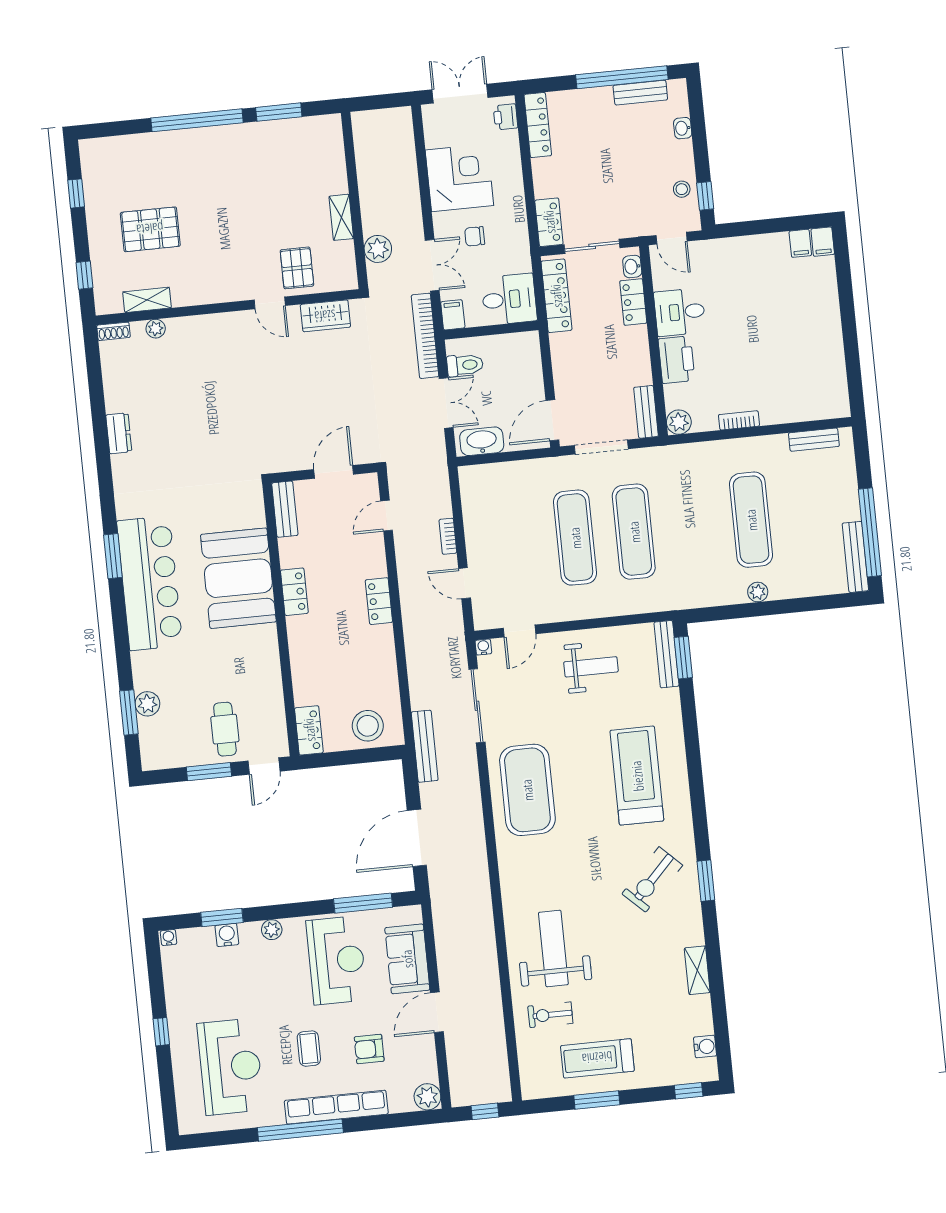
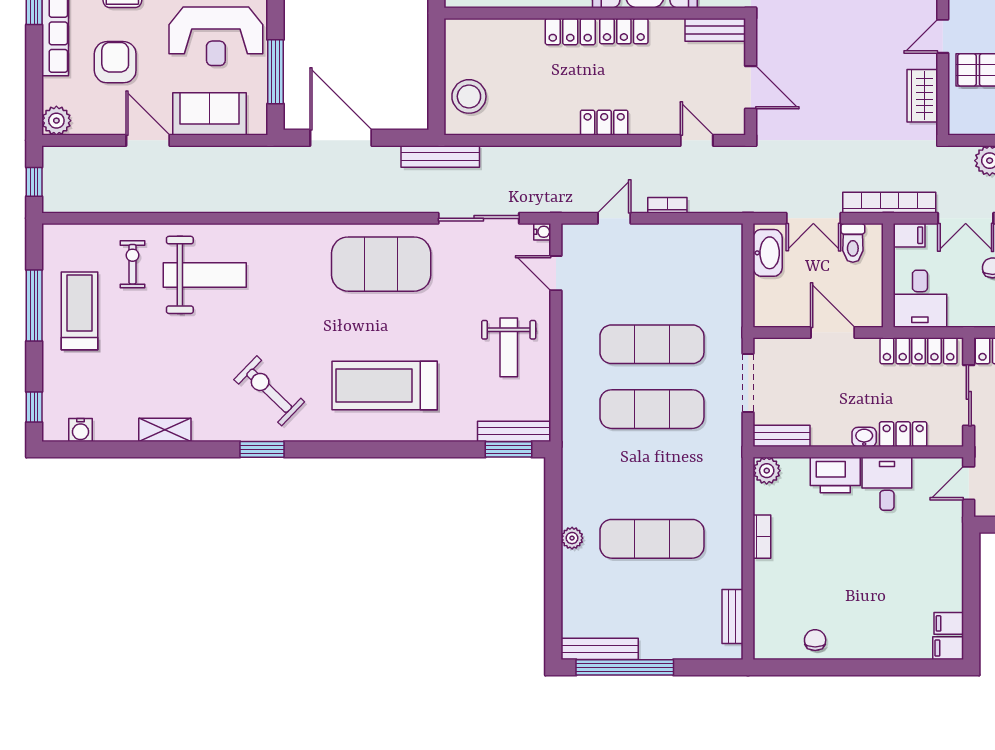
washbasin: (632, 266) -> (864, 437), moved
chair: (828, 363) -> (815, 640), added
door: (552, 420) -> (833, 332), moved
locker: (309, 730) -> (570, 32), moved
treadmill: (637, 776) -> (385, 386), turned 180
armchair: (369, 1049) -> (115, 62), width x1.38, depth x1.38
window: (597, 1100) -> (34, 306), width x1.44

